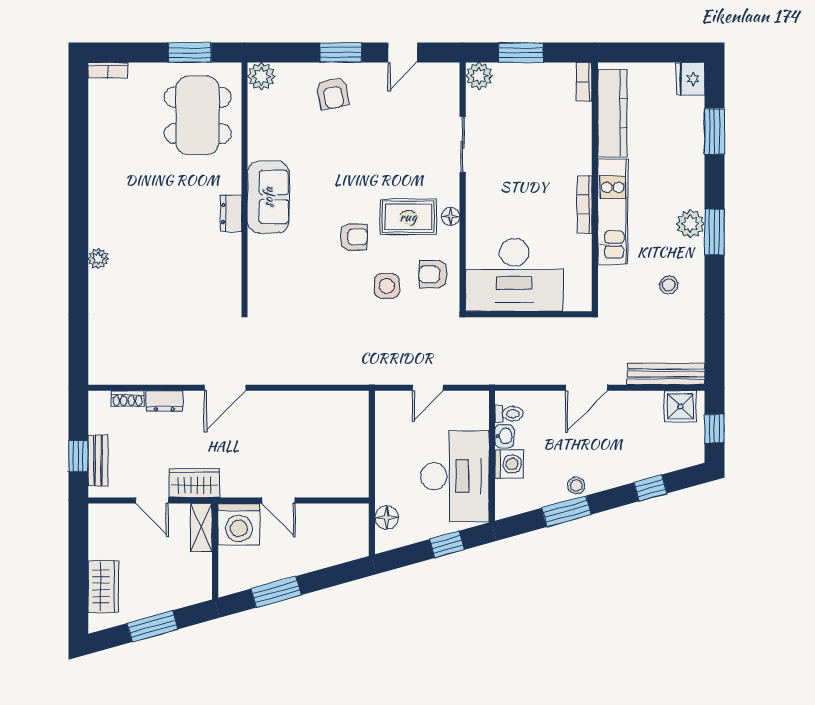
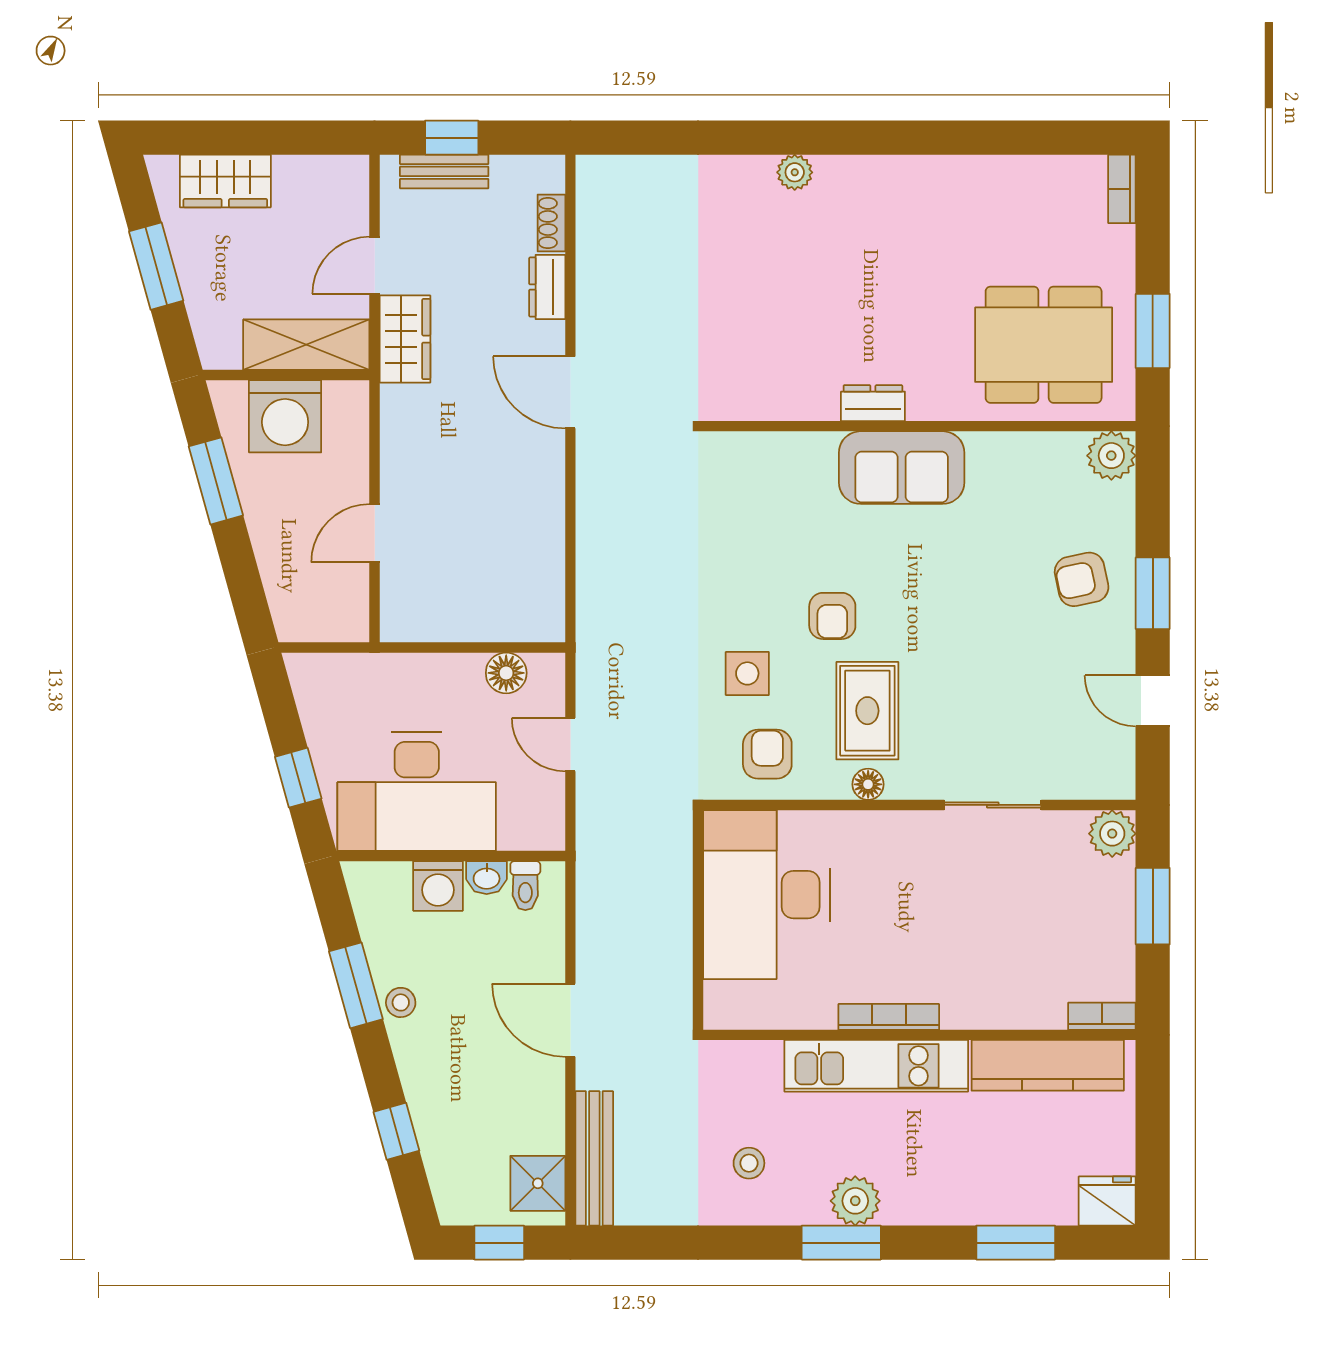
door: (278, 500) -> (375, 533), moved
floor lamp: (387, 518) -> (506, 673), moved
washing machine: (239, 524) -> (285, 416), moved, turned -90
shelving: (201, 528) -> (306, 345), width x1.50, depth x1.33

